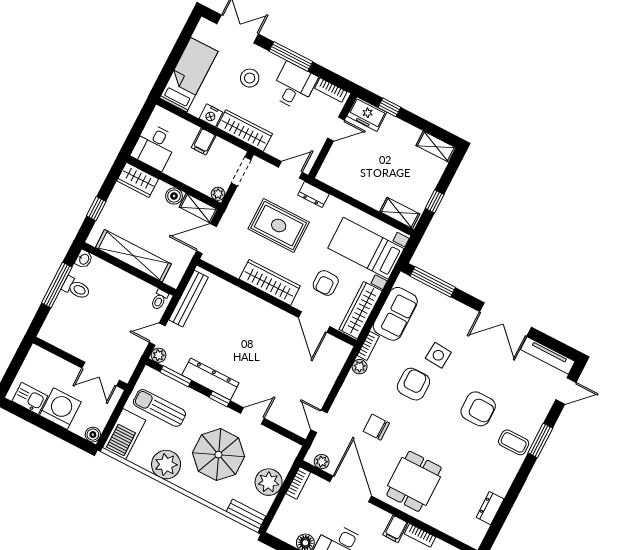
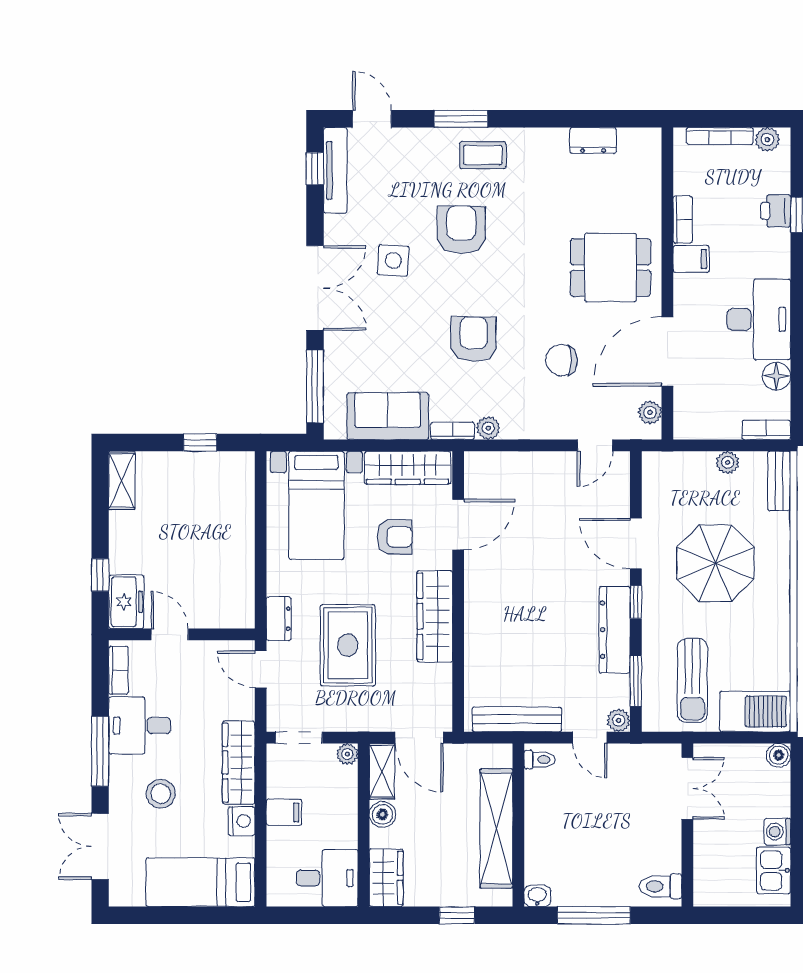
shelving: (400, 213) -> (242, 483), removed
toilet: (76, 288) -> (661, 886), moved, turned -90
double door: (505, 319) -> (315, 288), moved
window: (555, 345) -> (315, 169), added
side table: (438, 355) -> (393, 260), moved
armchair: (413, 384) -> (474, 339), turned 90
washing machine: (60, 409) -> (777, 832), width x0.53, depth x0.53
door: (252, 416) -> (636, 544), width x1.37
chair: (376, 427) -> (561, 360), turned 90
coffee table: (514, 442) -> (483, 155), turned 90
plant: (166, 465) -> (768, 630), removed
plant: (269, 482) -> (728, 462), width x0.53, depth x0.53
bookcase: (298, 483) -> (766, 430), moved

